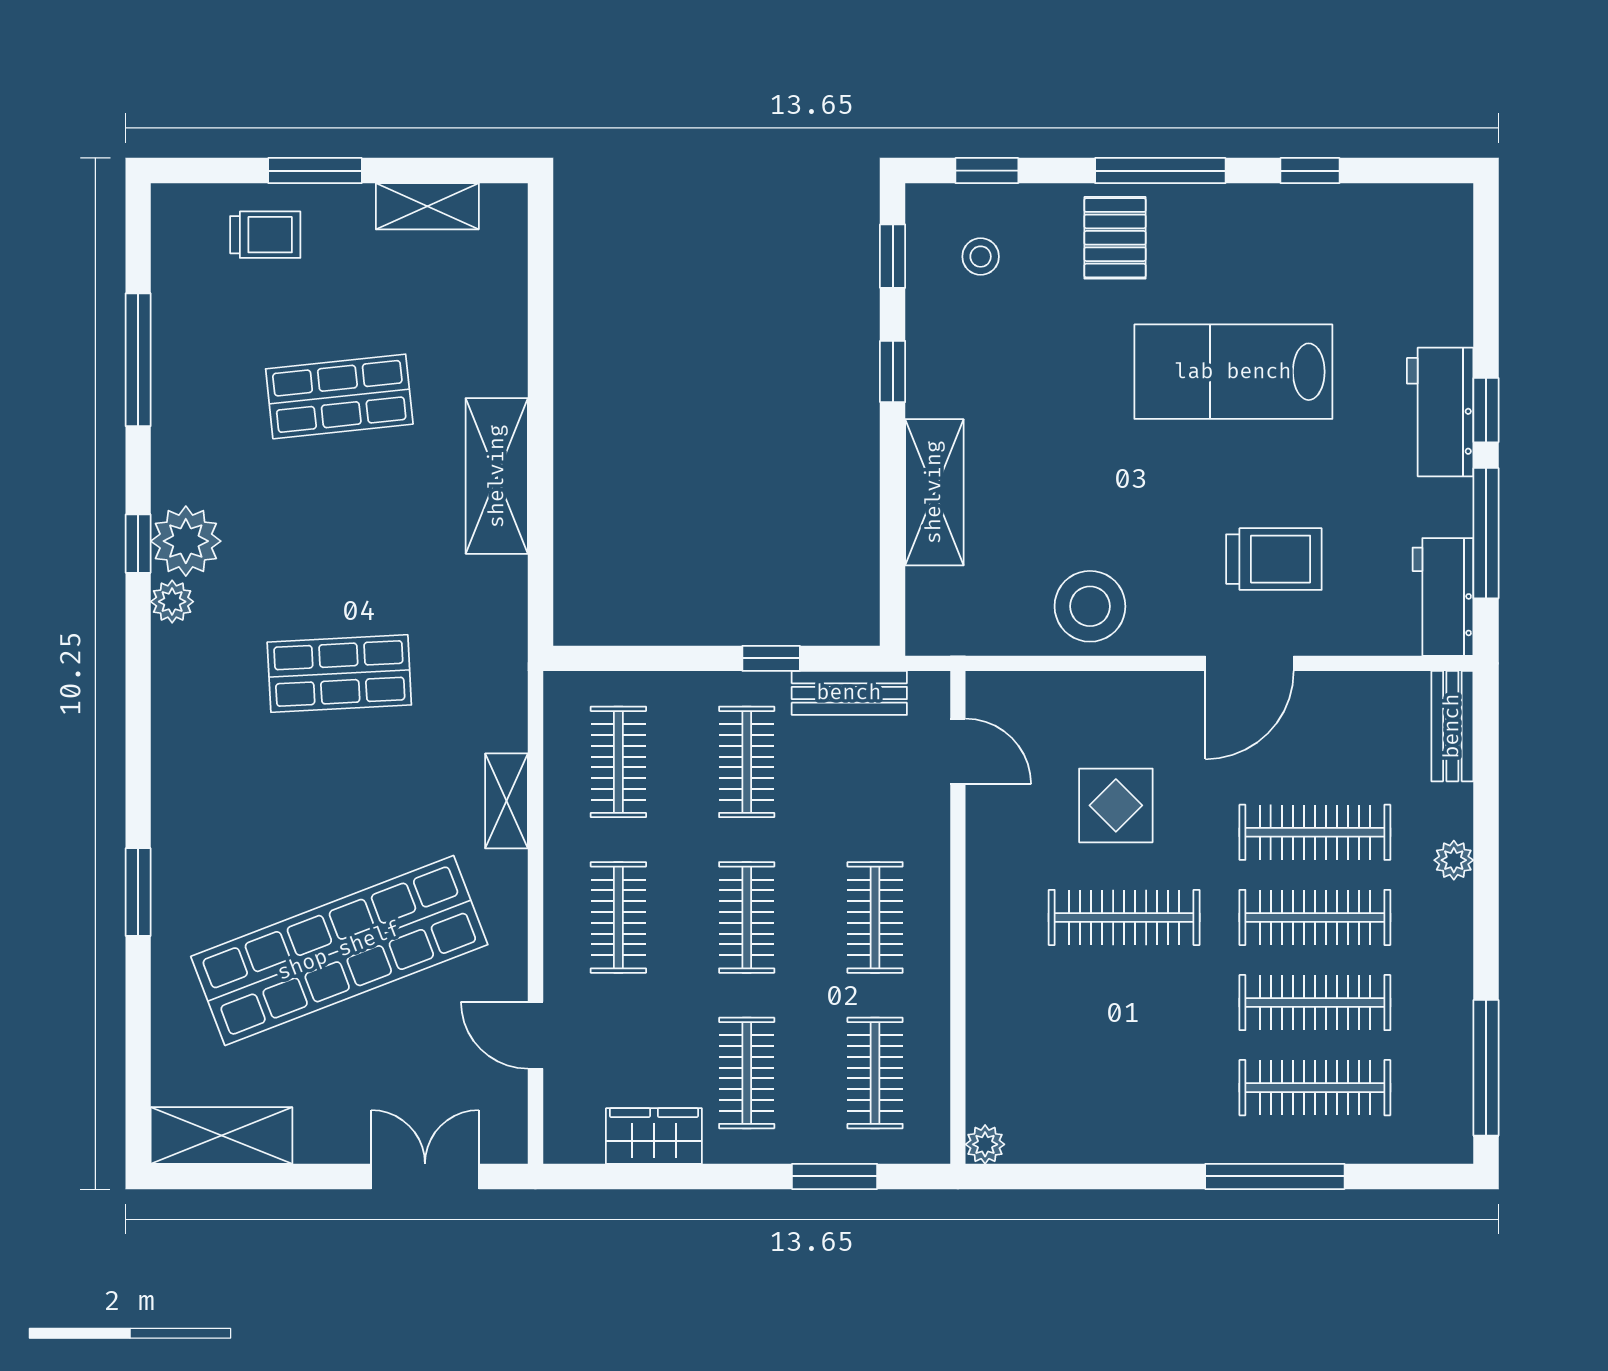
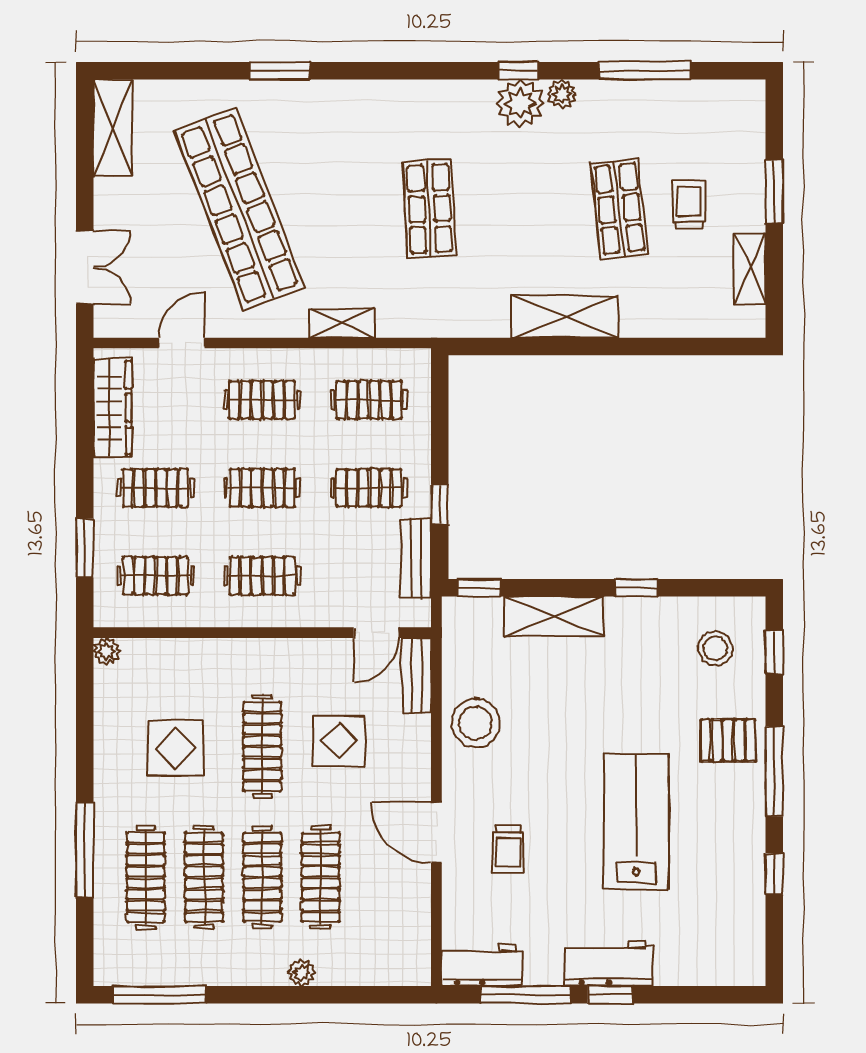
trolley: (265, 235) -> (689, 204), moved, turned 180
window: (893, 256) -> (479, 588), moved
stool: (981, 257) -> (715, 648), width x1.37, depth x1.37
trolley: (1274, 559) -> (508, 849), width x0.73, depth x0.72
plant: (172, 602) -> (562, 94), moved
bench: (1452, 726) -> (417, 676), moved, turned 90
display table: (1126, 1044) -> (175, 748), added
wardrobe: (654, 1136) -> (112, 408), width x1.50

